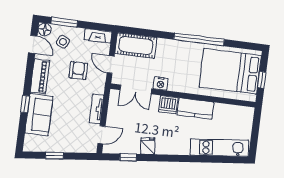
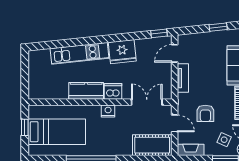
bed: (230, 71) -> (57, 132), width x0.67
nightstand: (161, 84) -> (108, 111), moved
fridge: (148, 146) -> (122, 52), width x1.88, depth x1.34
kitchen unit: (219, 148) -> (80, 53), moved
window: (128, 157) -> (159, 33), moved

